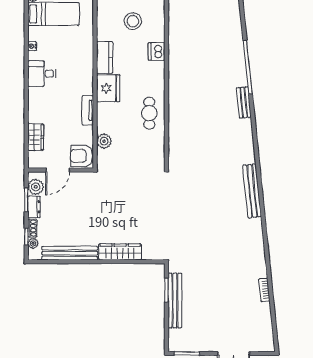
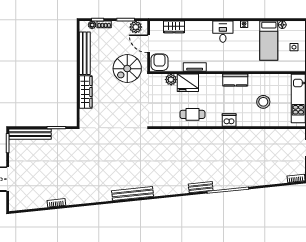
dishwasher: (157, 51) -> (229, 120), moved
fridge: (108, 88) -> (188, 83), moved
spiral stairs: (90, 198) -> (127, 69), added
dresser: (34, 207) -> (120, 26), removed
bench: (175, 301) -> (30, 134), moved

